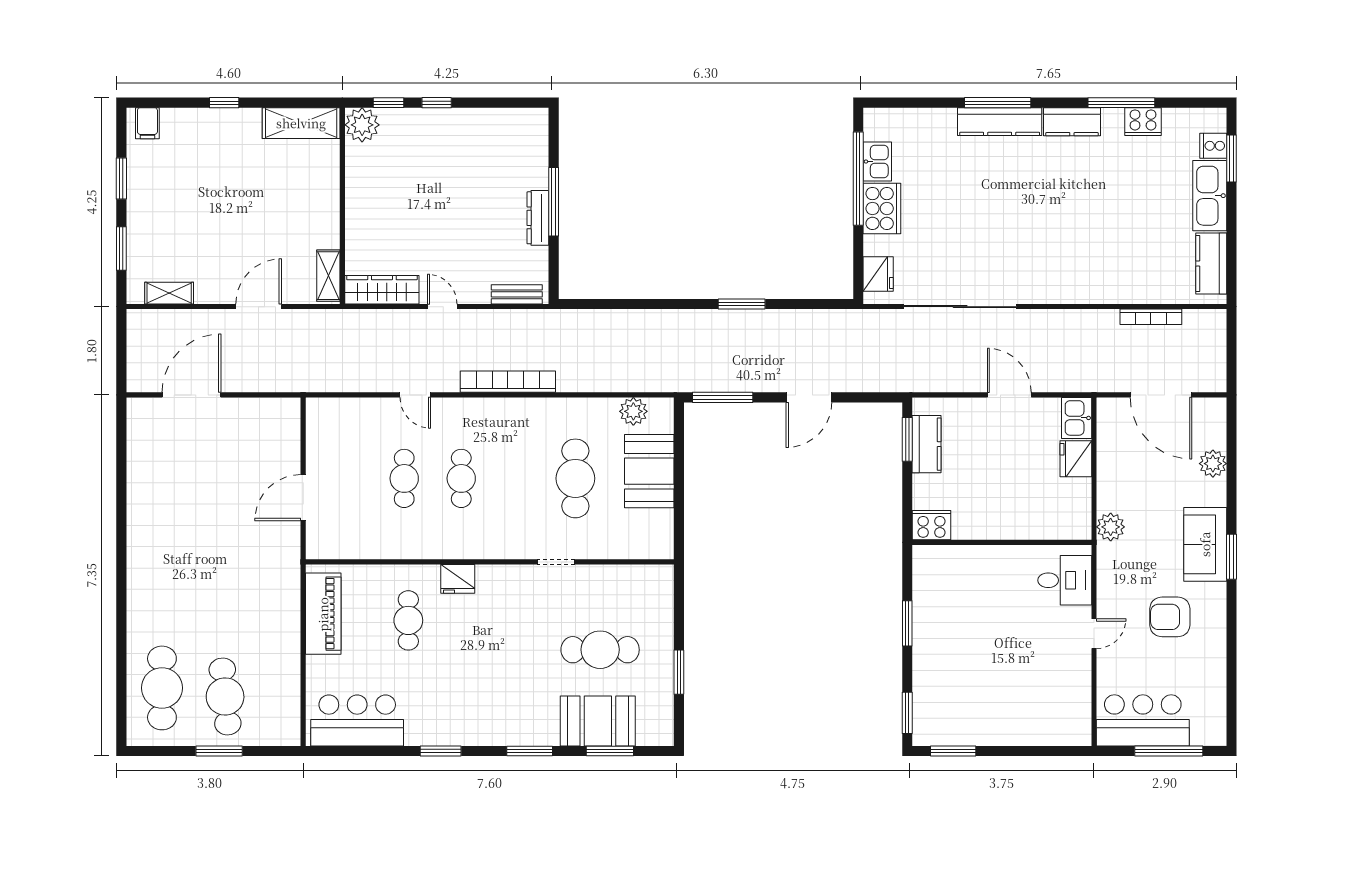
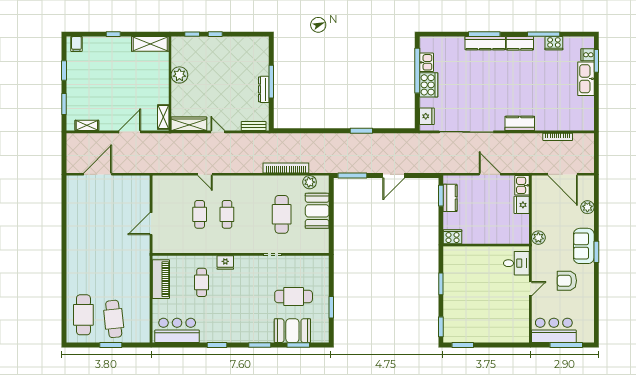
plant: (362, 125) -> (179, 75), moved
kitchen counter: (1211, 264) -> (520, 123), moved, turned 90
bookcase: (508, 382) -> (286, 168), moved

